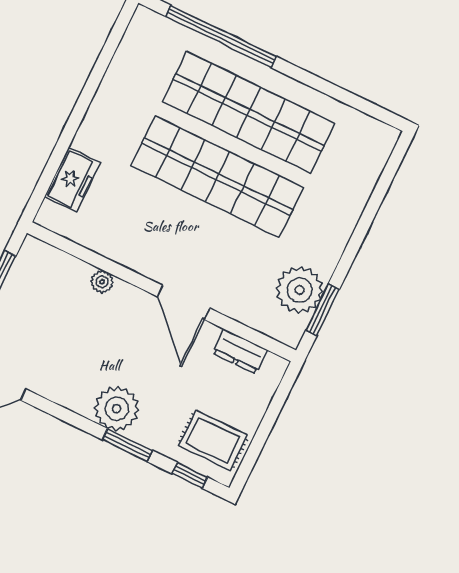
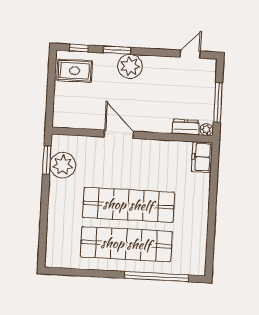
freezer: (72, 180) -> (202, 157), moved
plant: (102, 282) -> (206, 130), moved
dresser: (240, 351) -> (186, 127), moved

